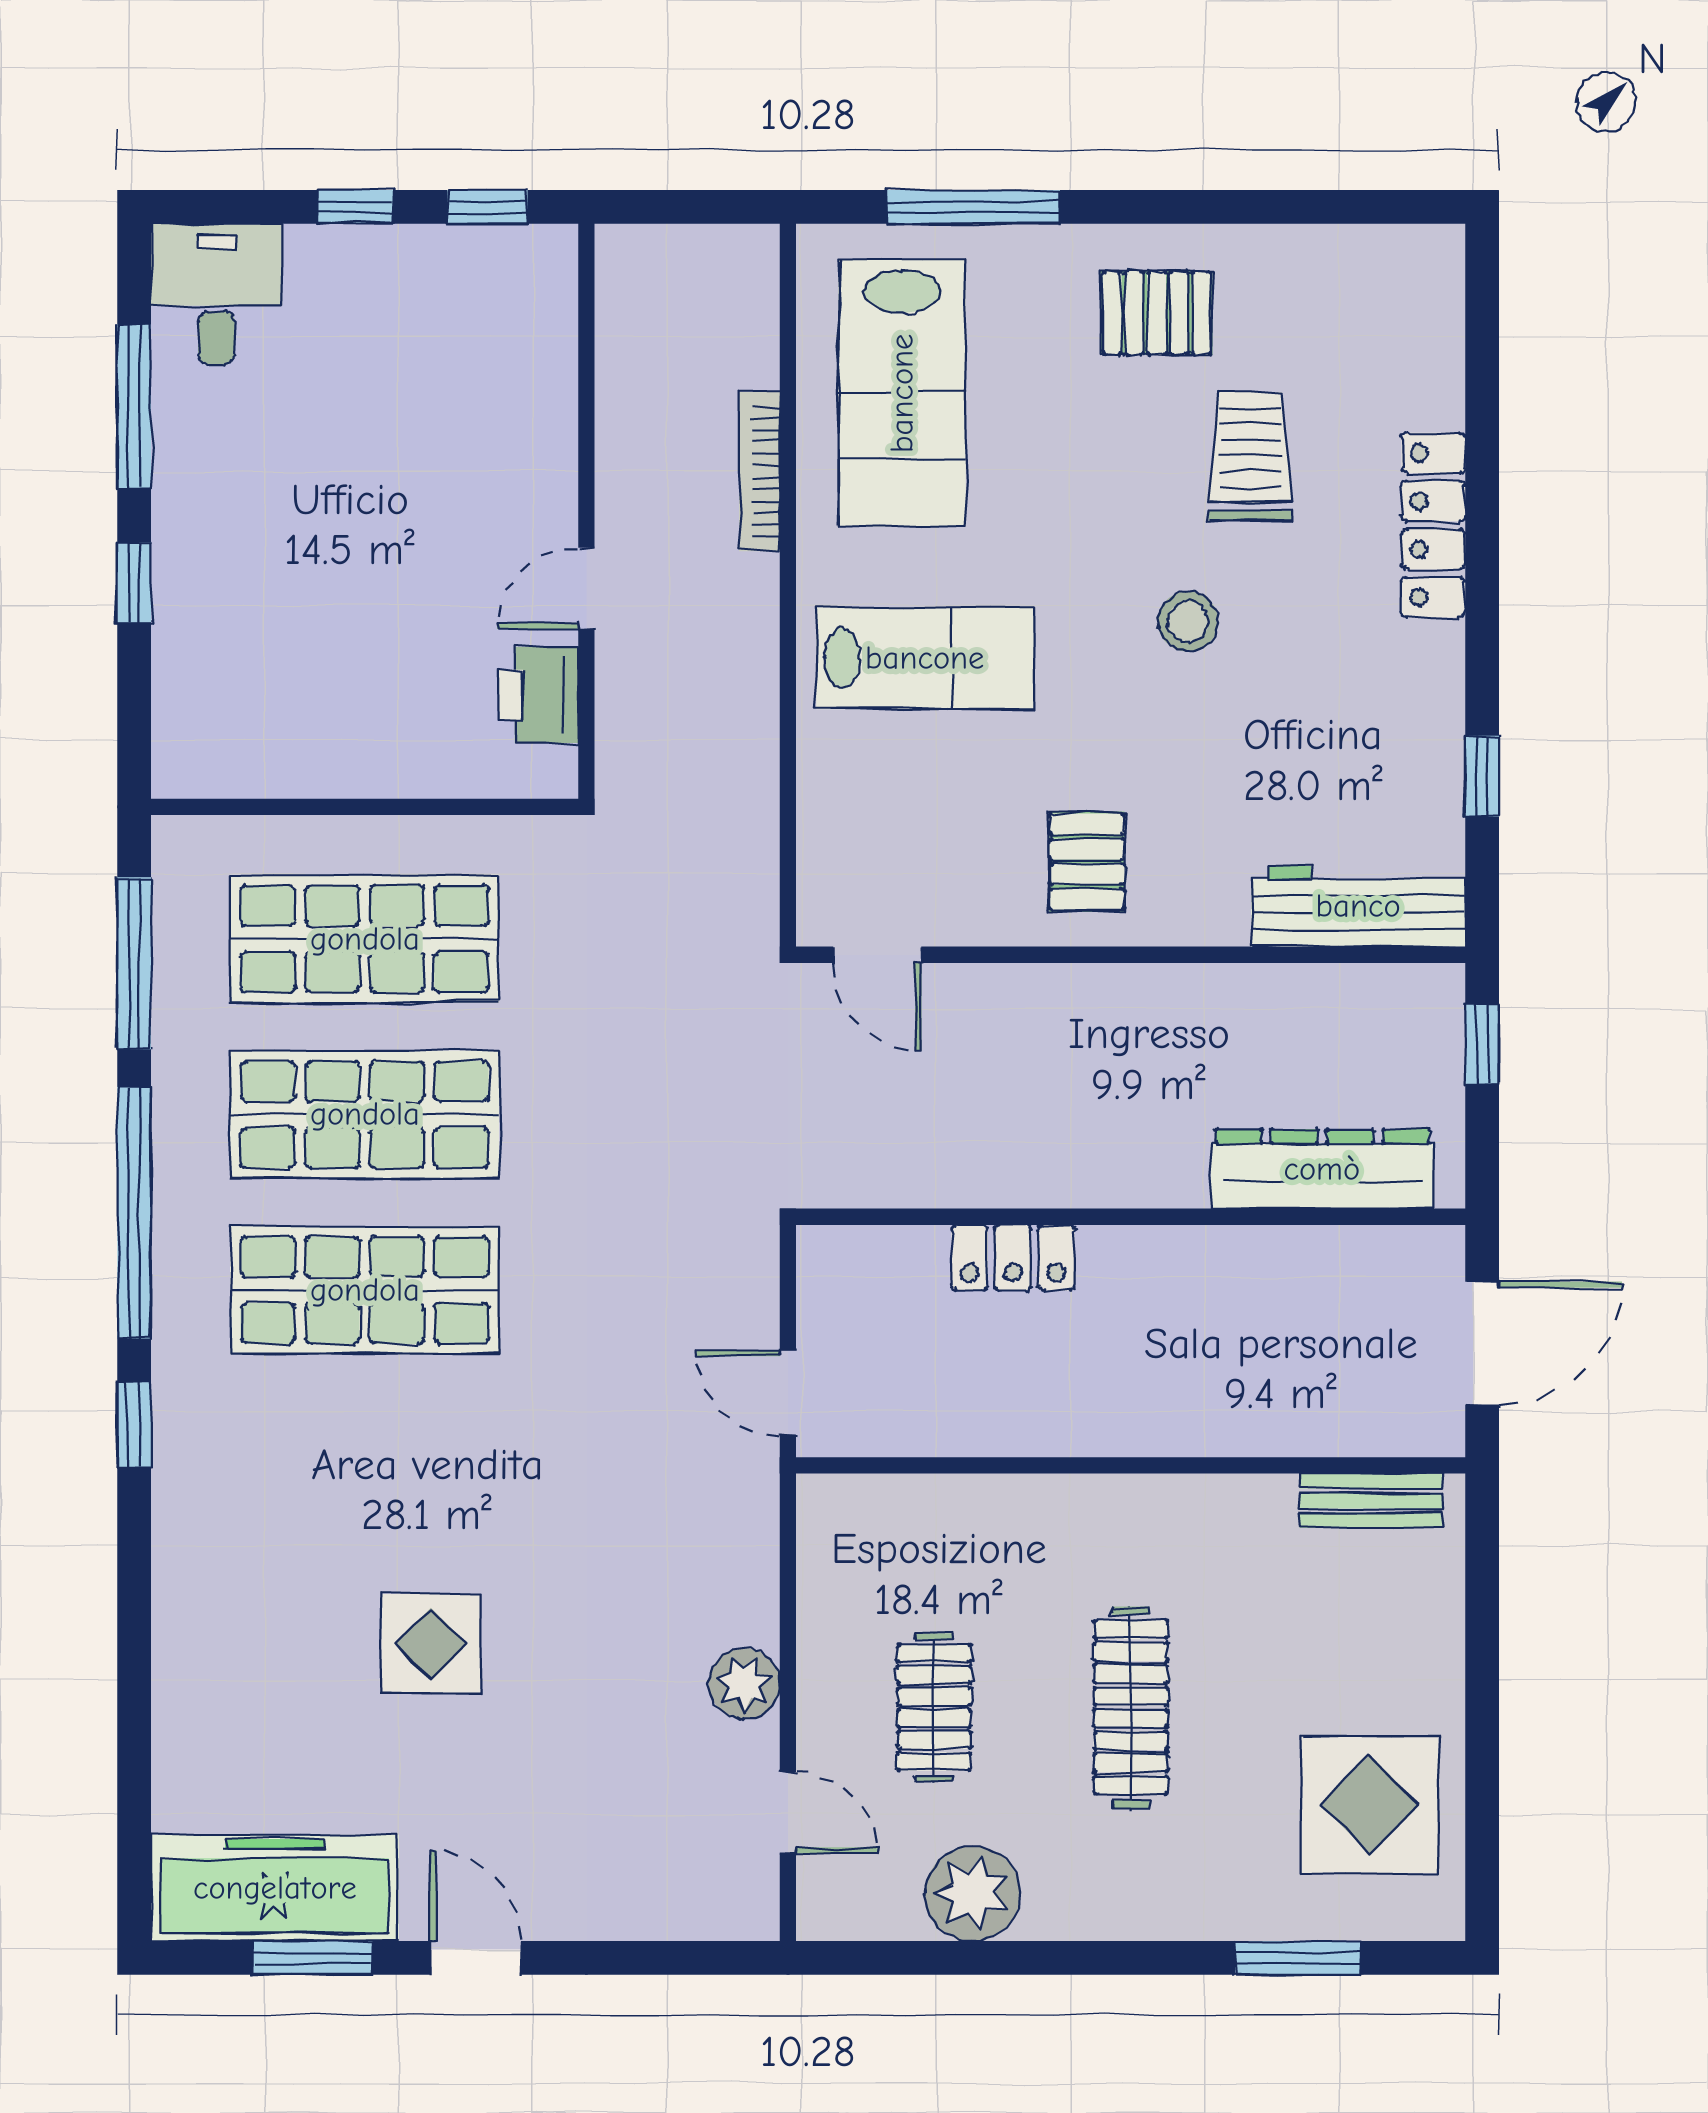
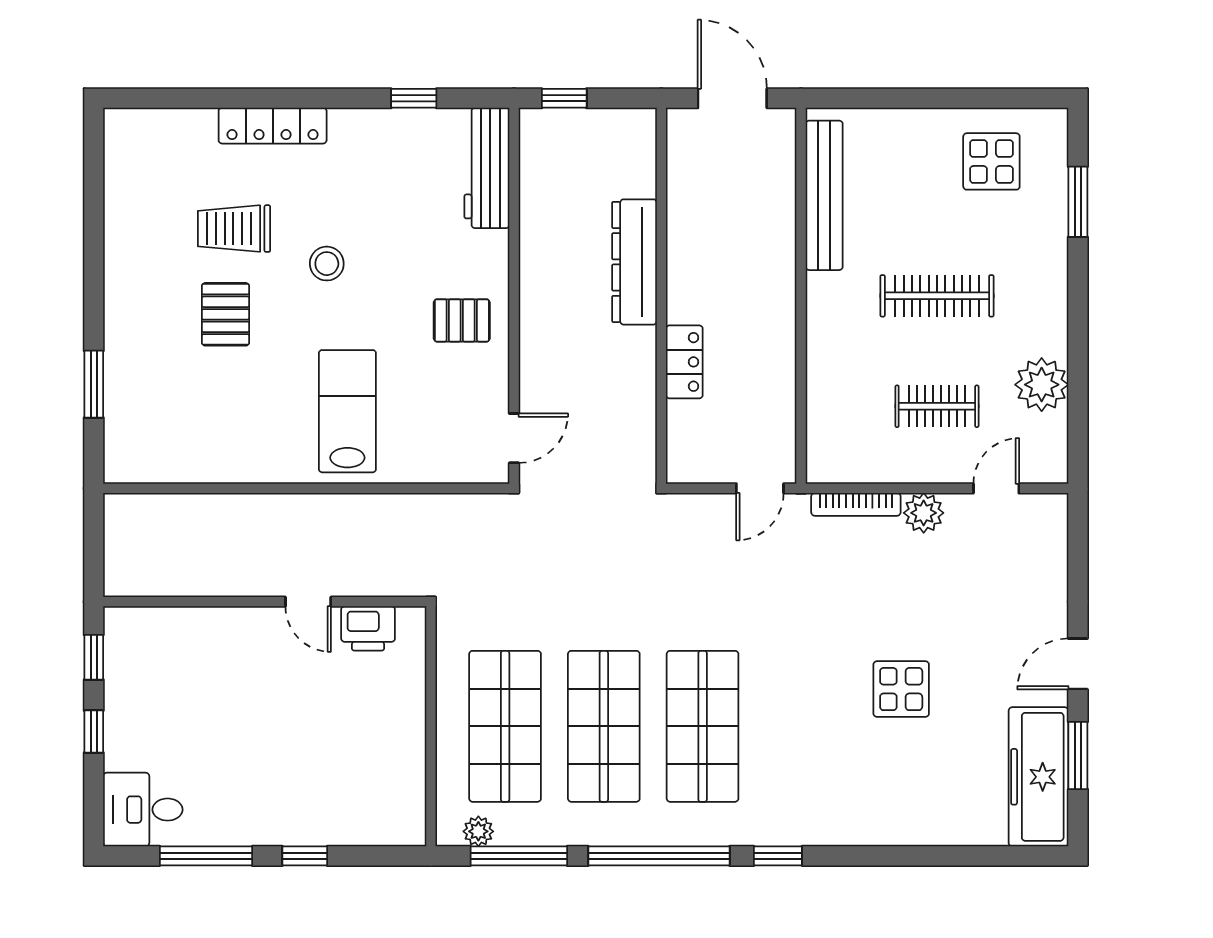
window: (973, 207) -> (94, 384), width x0.69
pallet: (1157, 313) -> (225, 314), moved
lab bench: (902, 393) -> (198, 424), removed
bookcase: (760, 472) -> (856, 504), moved
plant: (178, 891) -> (478, 831), added
dresser: (1322, 1169) -> (634, 262), moved
bench: (1371, 1501) -> (824, 195), width x1.86, depth x1.21
display table: (1370, 1804) -> (991, 161), width x0.73, depth x0.73

